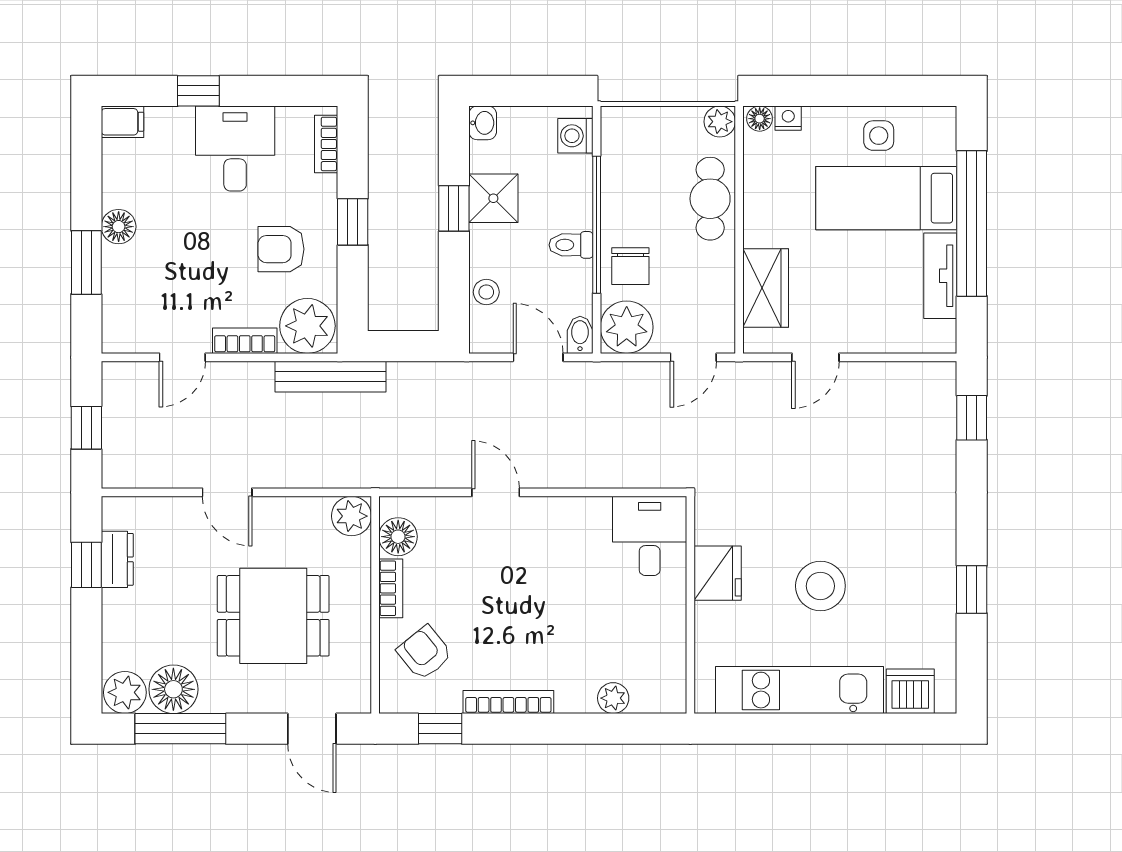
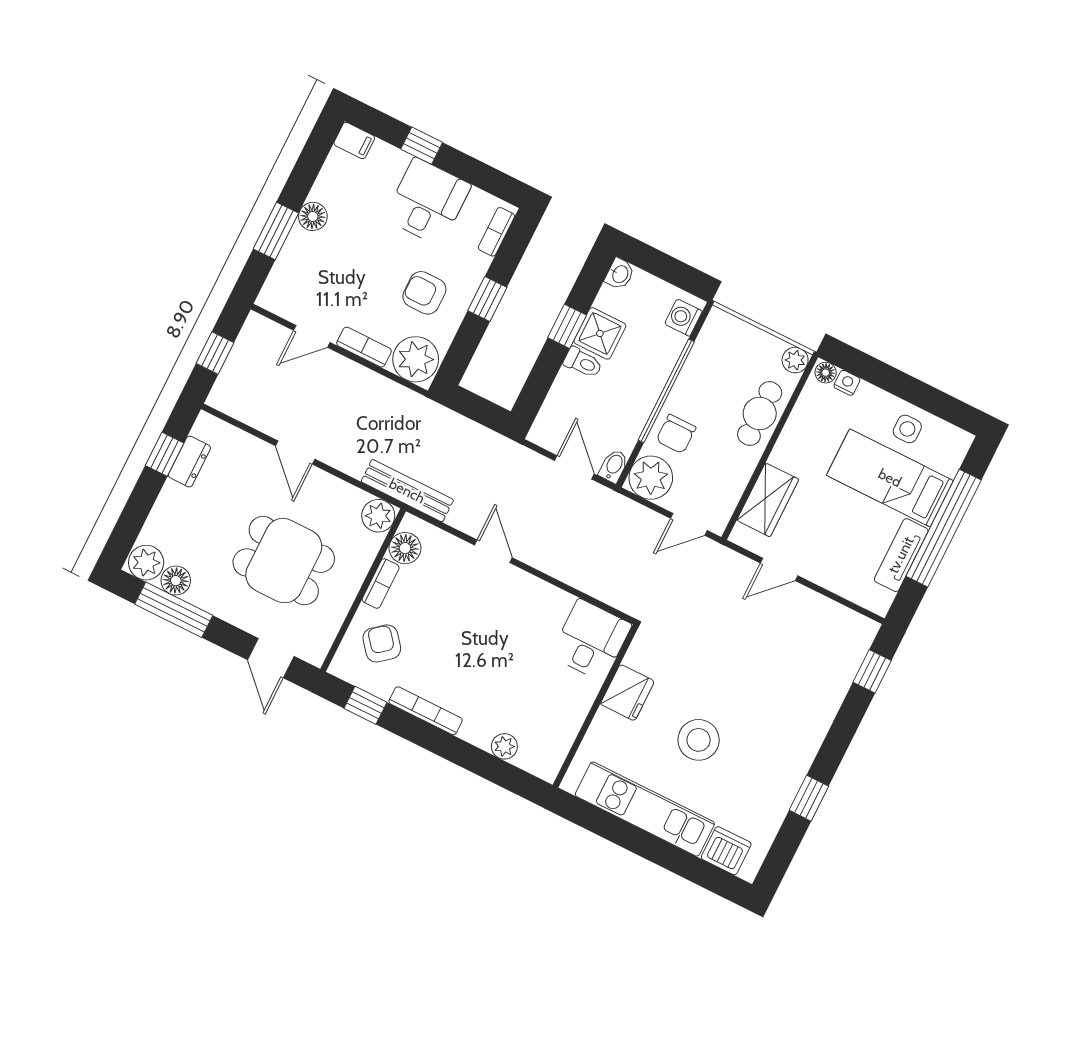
toilet: (571, 245) -> (583, 363), moved, turned 180
stool: (486, 292) -> (560, 400), removed
bench: (331, 377) -> (407, 491), moved
floor lamp: (173, 689) -> (176, 581), width x0.73, depth x0.73

